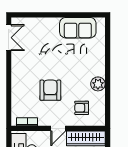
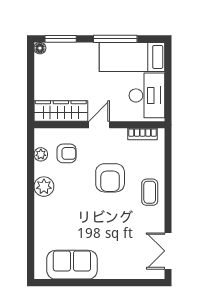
coffee table: (22, 80) -> (150, 192), added
plant: (100, 107) -> (41, 154), added

